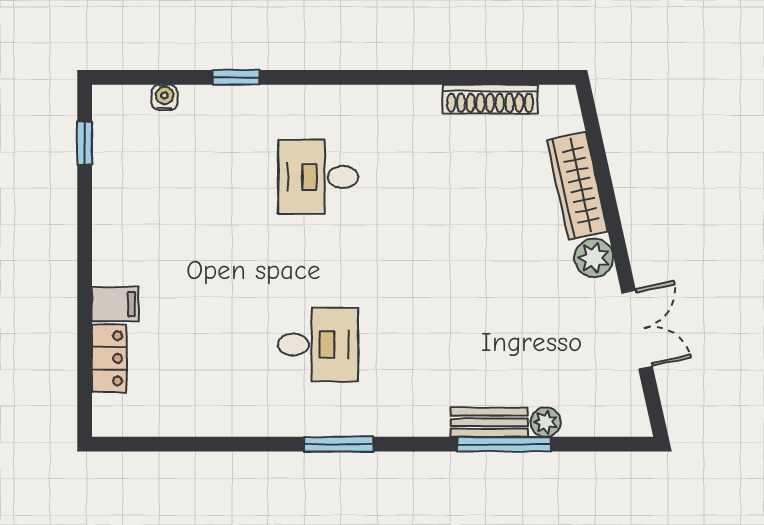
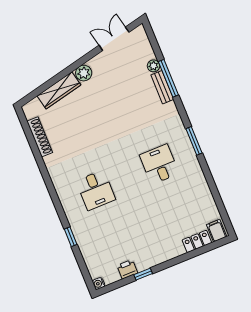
water cooler: (165, 97) -> (99, 283), moved
window: (85, 143) -> (143, 274), moved
printer: (110, 175) -> (127, 269), added
filing cabinet: (115, 304) -> (217, 231), moved
double door: (637, 329) -> (114, 39), moved

